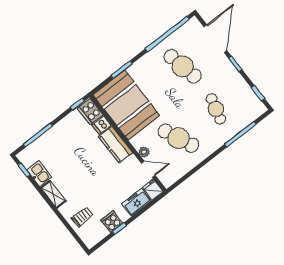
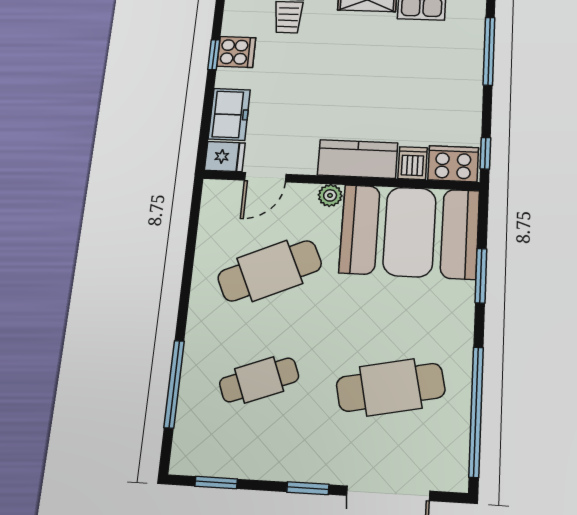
cafe table: (216, 109) -> (259, 380), turned -36
plant: (144, 152) -> (330, 195), moved

